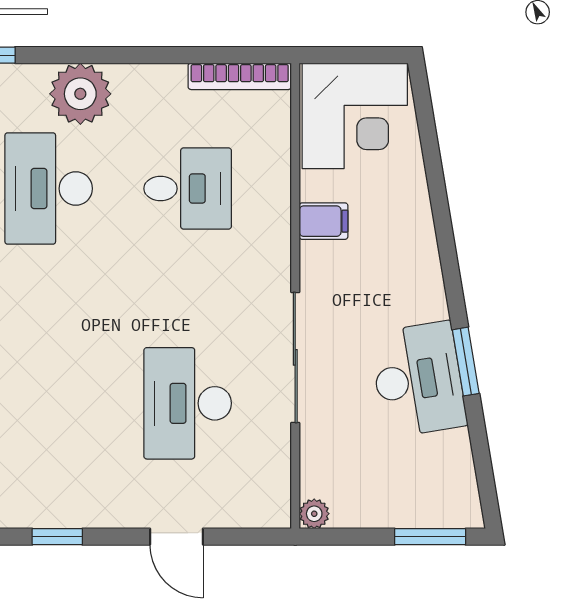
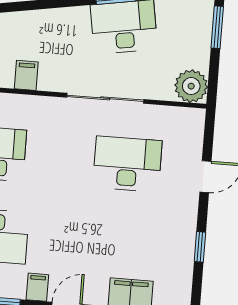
desk: (188, 403) -> (127, 164), turned 180
plant: (314, 514) -> (191, 86), width x1.87, depth x1.87

